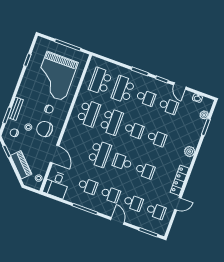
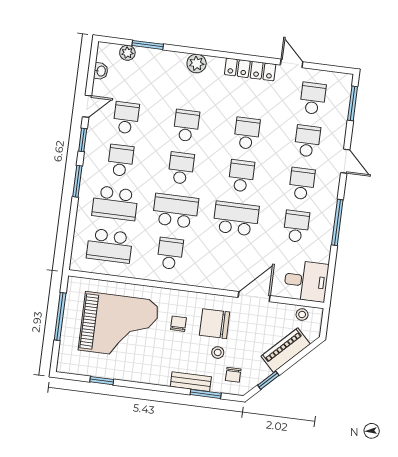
school desk: (89, 113) -> (170, 253), width x0.54
chair: (45, 129) -> (215, 324), turned 90
school desk: (122, 162) -> (241, 176), turned 180
door: (118, 221) -> (345, 161), swing flipped

